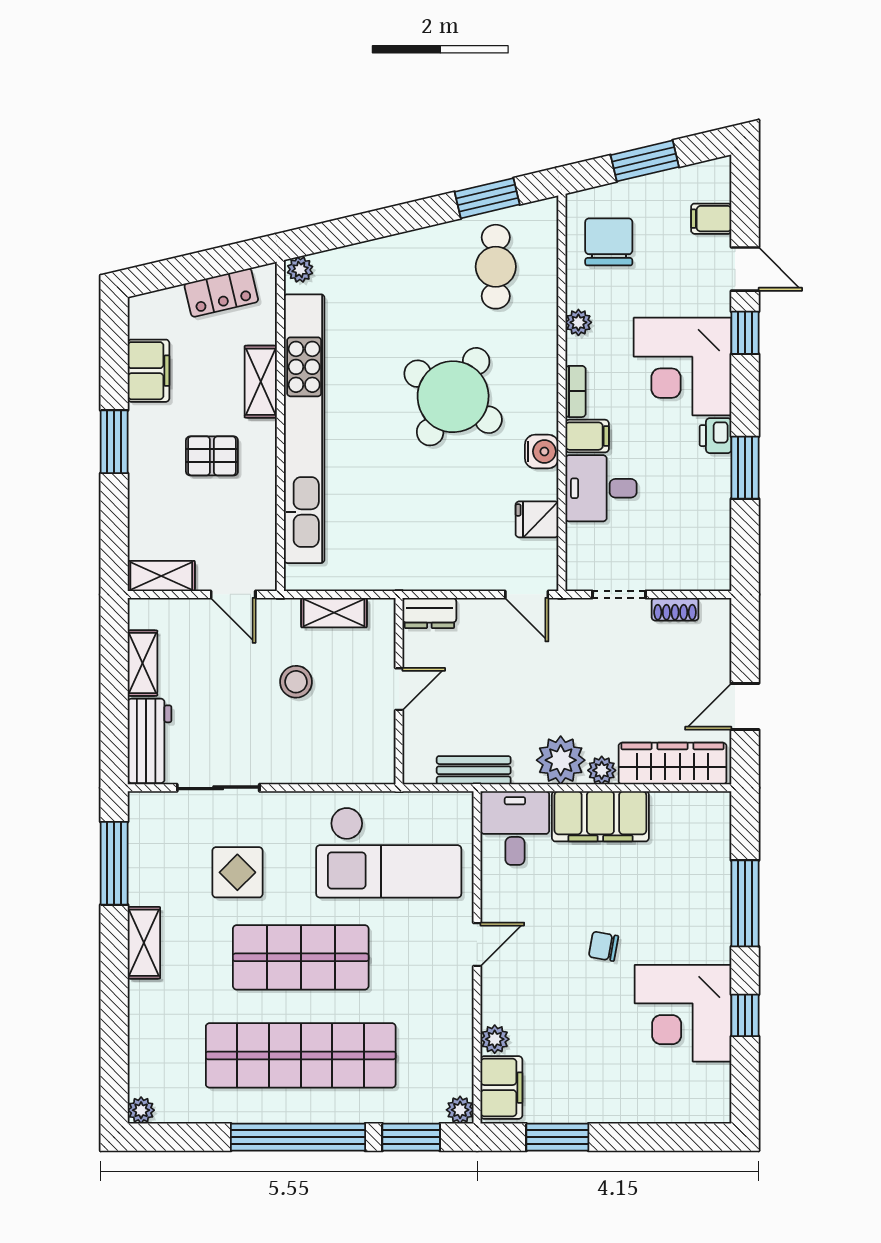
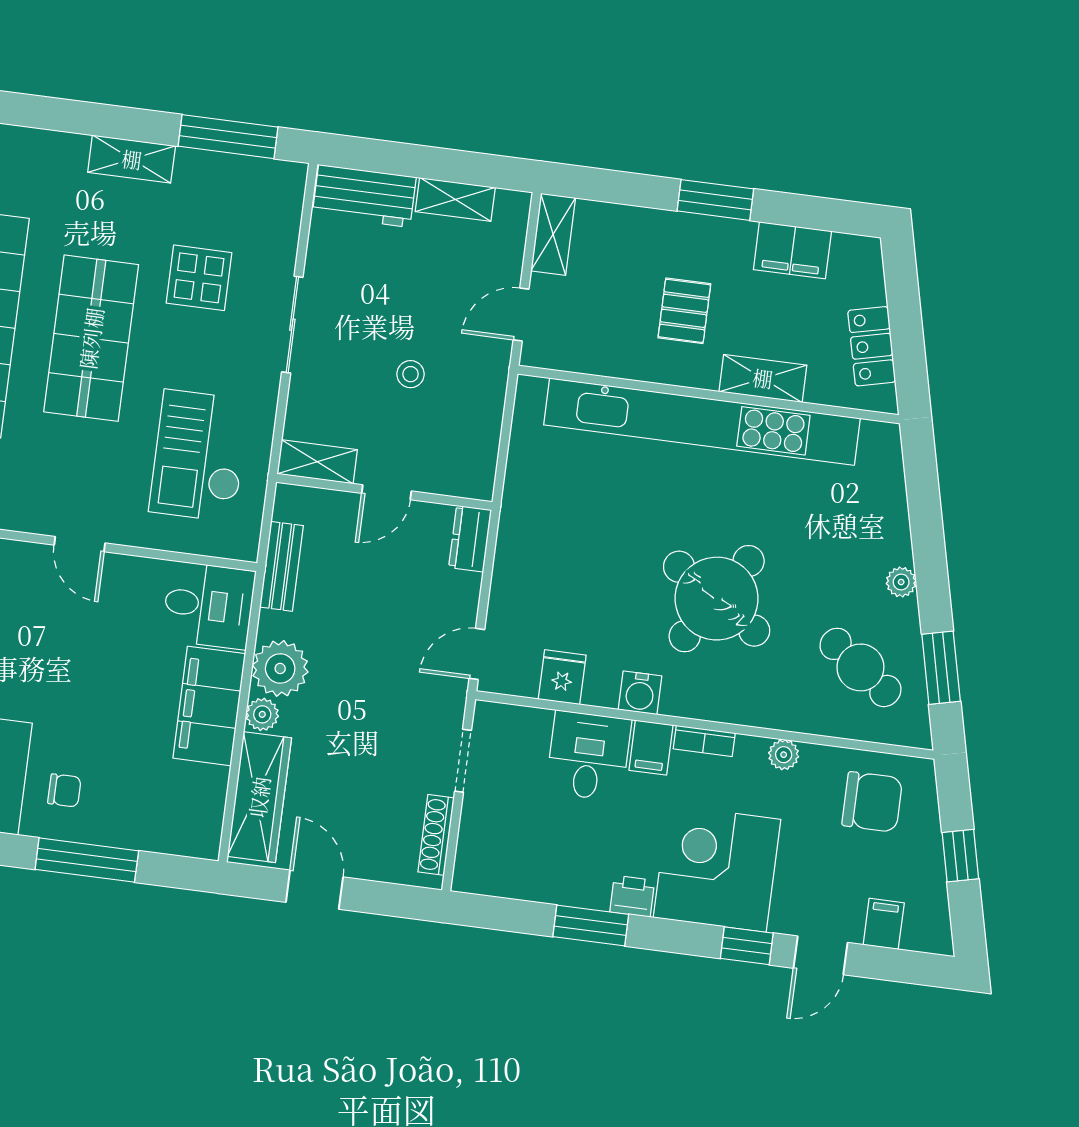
window: (645, 161) -> (960, 856), width x0.67
cafe table: (496, 267) -> (860, 667), turned 36
plant: (300, 270) -> (901, 582), moved
shoe rack: (675, 609) -> (436, 835), width x1.43
shelving: (334, 613) -> (317, 462), moved, turned 90
stool: (296, 682) -> (411, 374), width x0.73, depth x0.73
door: (399, 689) -> (387, 492), hinge flipped
sliding door: (218, 788) -> (292, 325), moved
checkout: (389, 852) -> (199, 456), width x0.73, depth x0.83
chair: (604, 946) -> (64, 790), moved, turned 80

